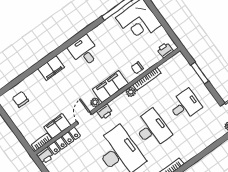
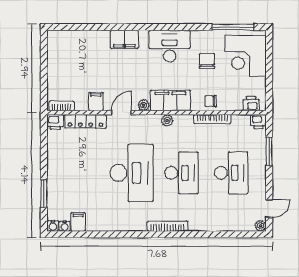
desk: (84, 51) -> (170, 46), width x1.37
plant: (131, 92) -> (167, 120), moved
chair: (20, 99) -> (207, 61), moved
desk: (185, 105) -> (231, 173), width x1.37
printer: (105, 112) -> (258, 122), moved
filing cabinet: (57, 126) -> (96, 102), width x0.50

